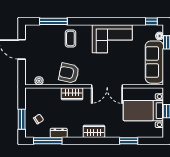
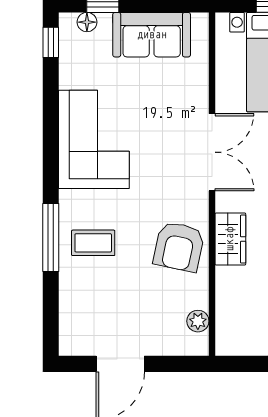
window: (53, 21) -> (51, 237), moved
sofa: (154, 62) -> (152, 35), width x0.73

